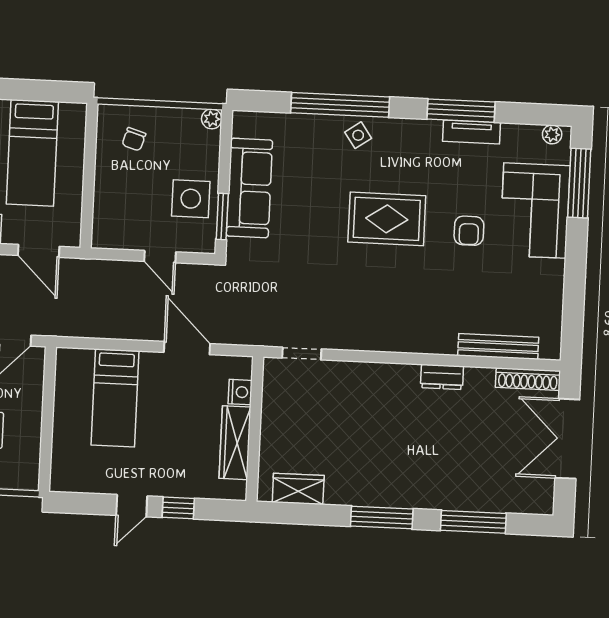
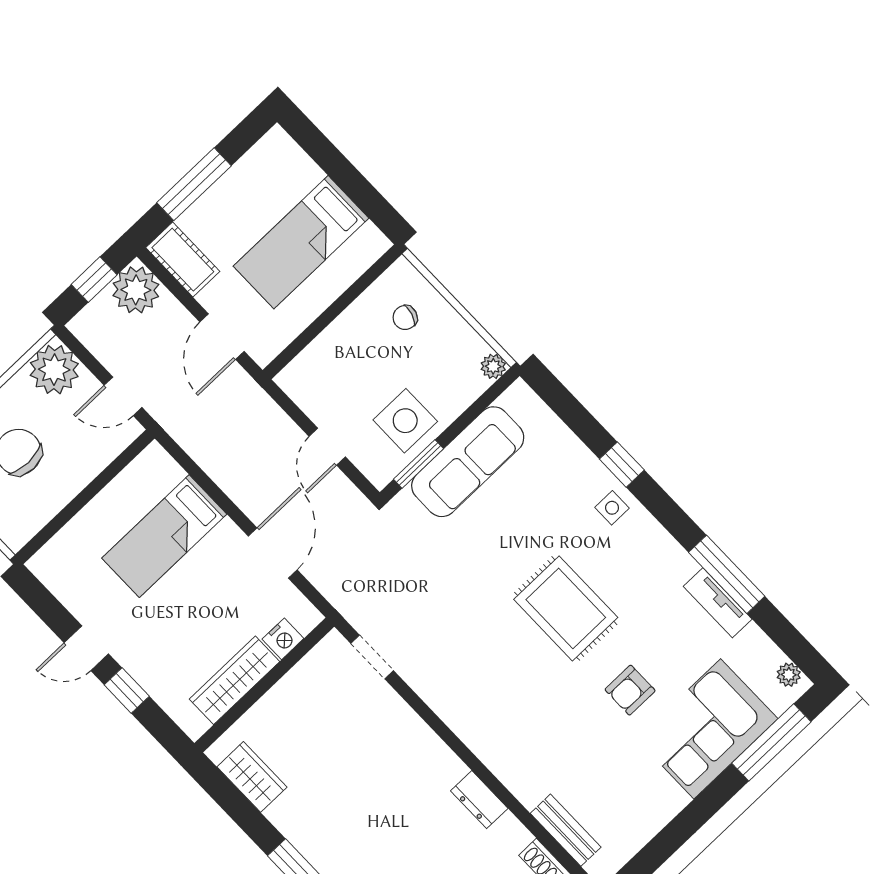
window: (340, 105) -> (622, 465), width x0.32
side table: (358, 135) -> (612, 508), turned 35
bench: (498, 347) -> (566, 830), width x0.73

